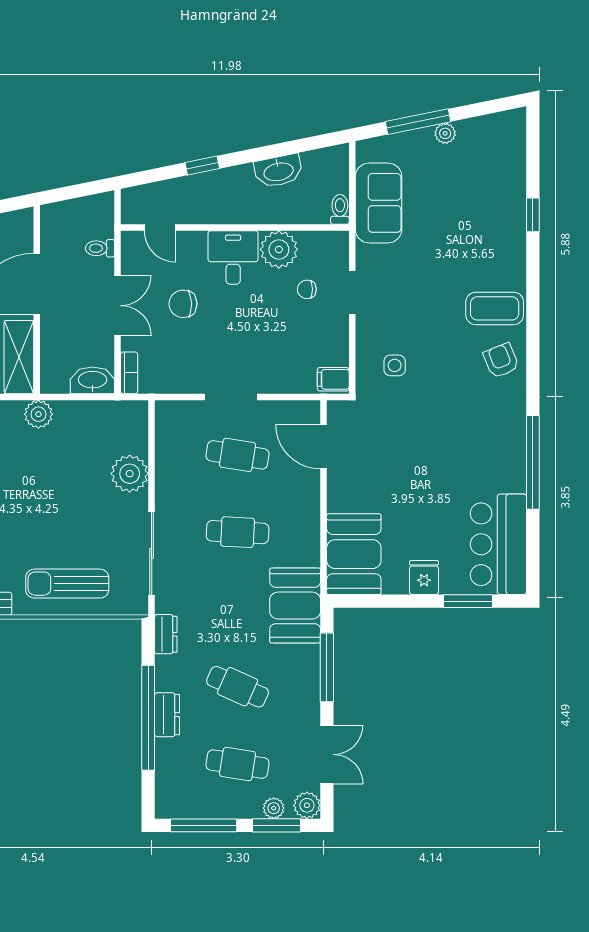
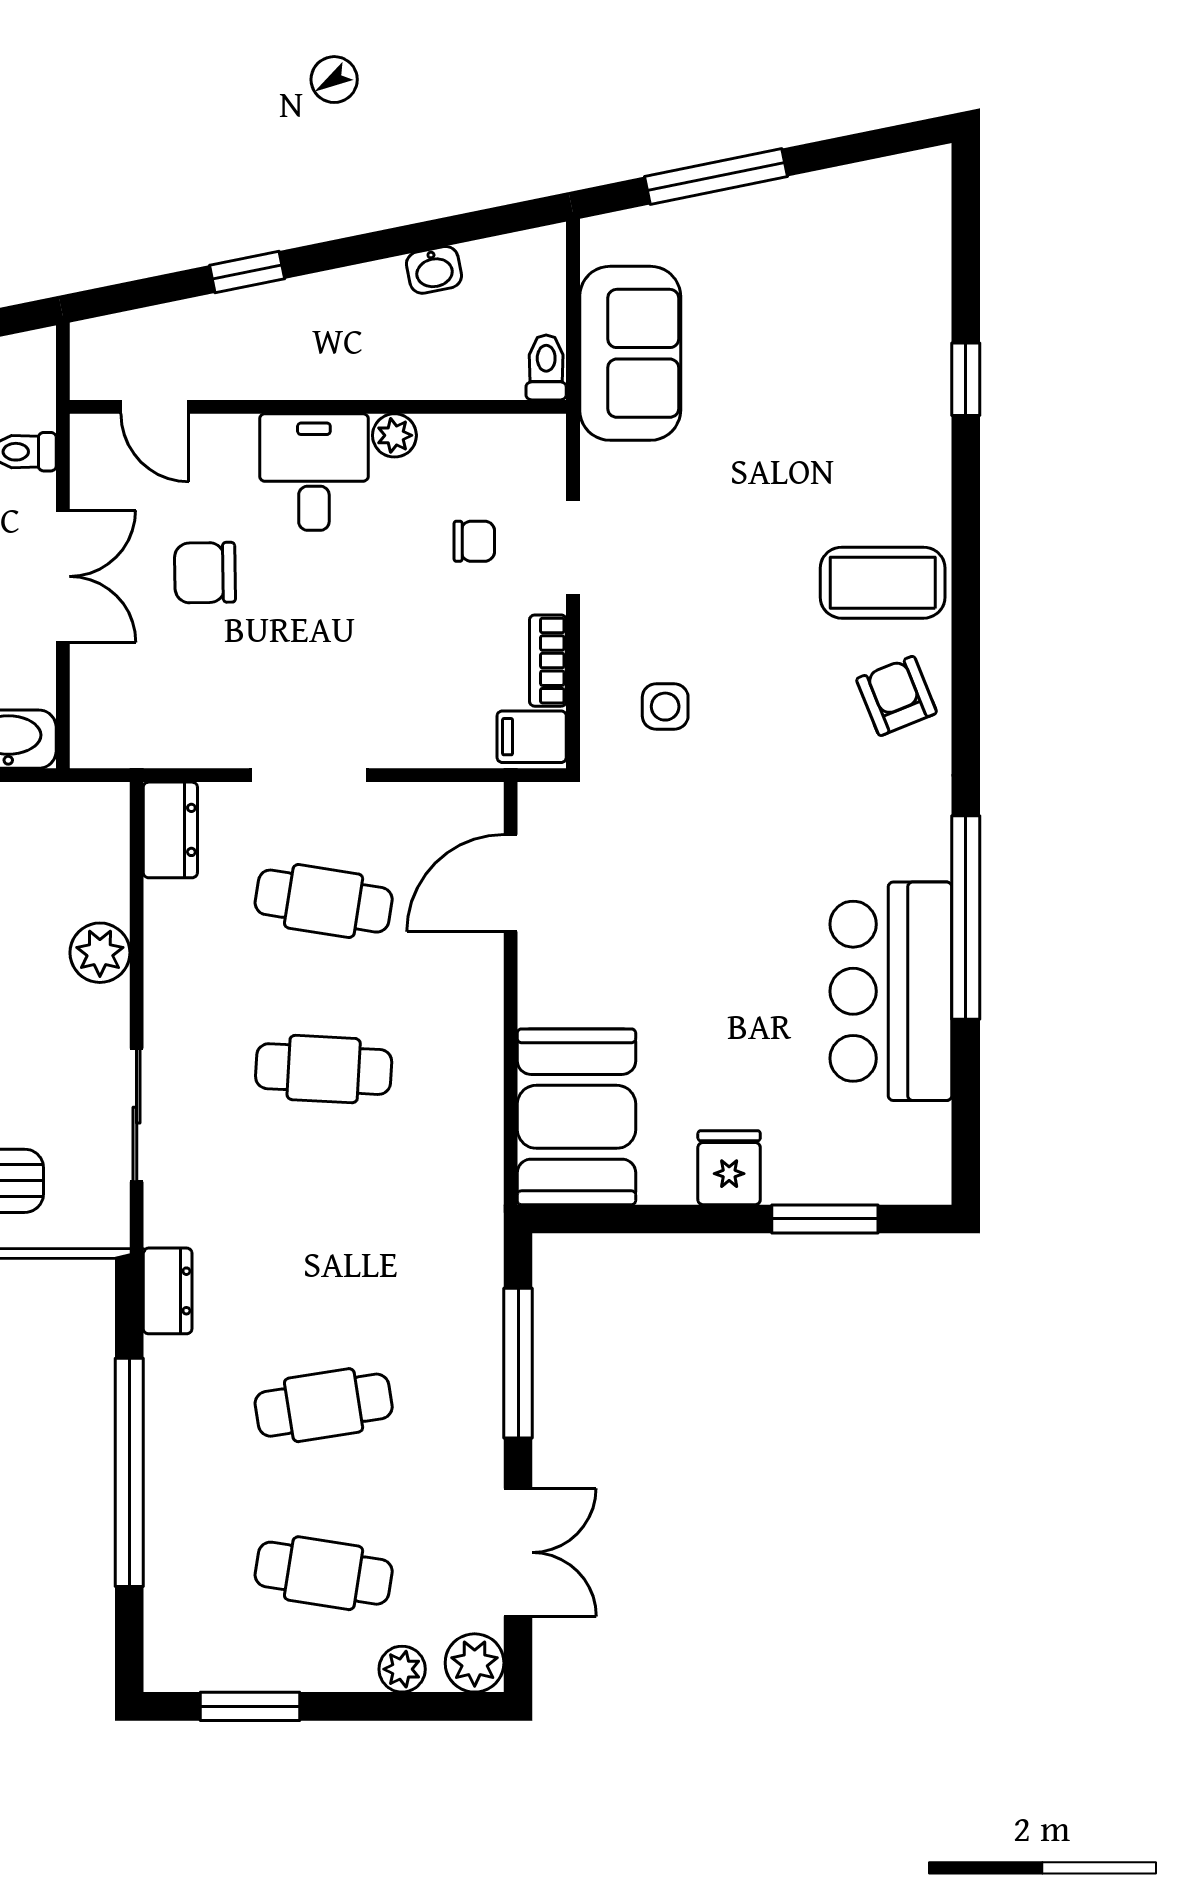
plant: (445, 133) -> (775, 202), removed
washbasin: (278, 171) -> (434, 270), width x0.52, depth x0.69
plant: (279, 249) -> (394, 435), width x0.53, depth x0.53
chair: (307, 289) -> (474, 541), turned 180
bookcase: (129, 373) -> (548, 661), moved, turned 180
door: (324, 447) -> (511, 883), hinge flipped
plant: (130, 474) -> (100, 953), width x0.73, depth x0.73
bar counter: (498, 544) -> (891, 991), moved
sliding door: (152, 553) -> (137, 1115), width x0.73
booth: (295, 606) -> (449, 1229), removed
cafe table: (238, 687) -> (324, 1405), turned -33
dresser: (167, 715) -> (170, 830), moved
window: (204, 825) -> (250, 1706), width x0.69
window: (276, 825) -> (408, 1706), removed

